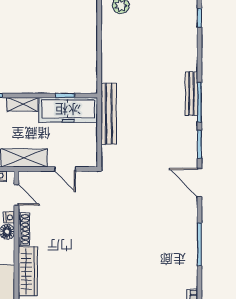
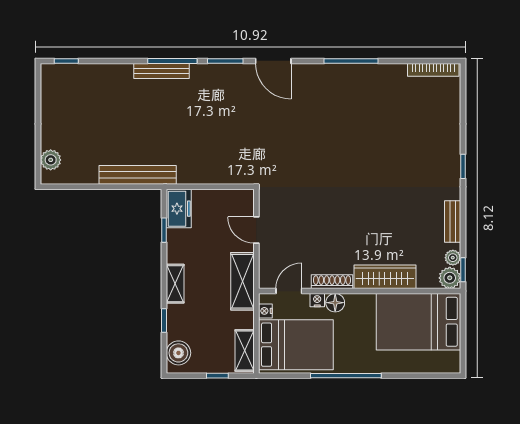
freezer: (68, 110) -> (179, 209), width x0.52, depth x0.79
bench: (109, 114) -> (138, 175), moved
door: (65, 169) -> (256, 230), swing flipped
door: (199, 182) -> (273, 61), hinge flipped

